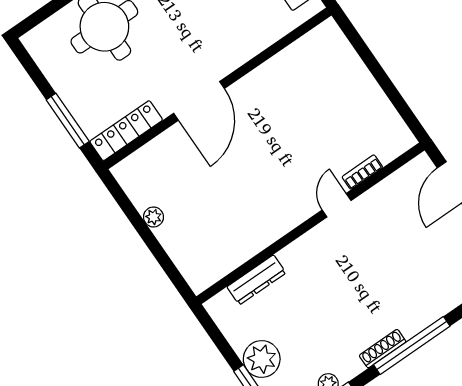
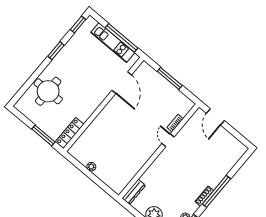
window: (377, 71) -> (170, 78), added
door: (199, 101) -> (122, 83), moved
dresser: (256, 280) -> (134, 192), moved

